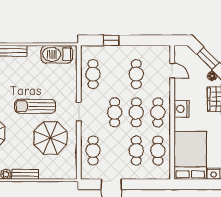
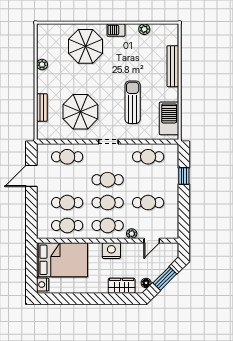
plant: (166, 90) -> (132, 234), added
sun lounger: (35, 106) -> (133, 102), moved
bench: (25, 174) -> (42, 107), moved

